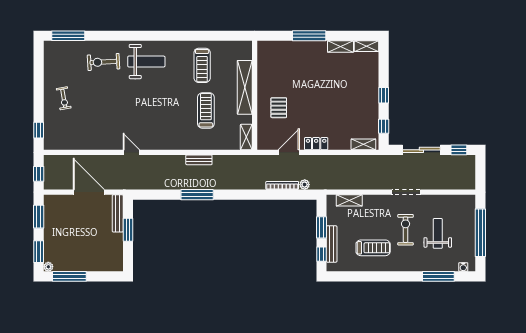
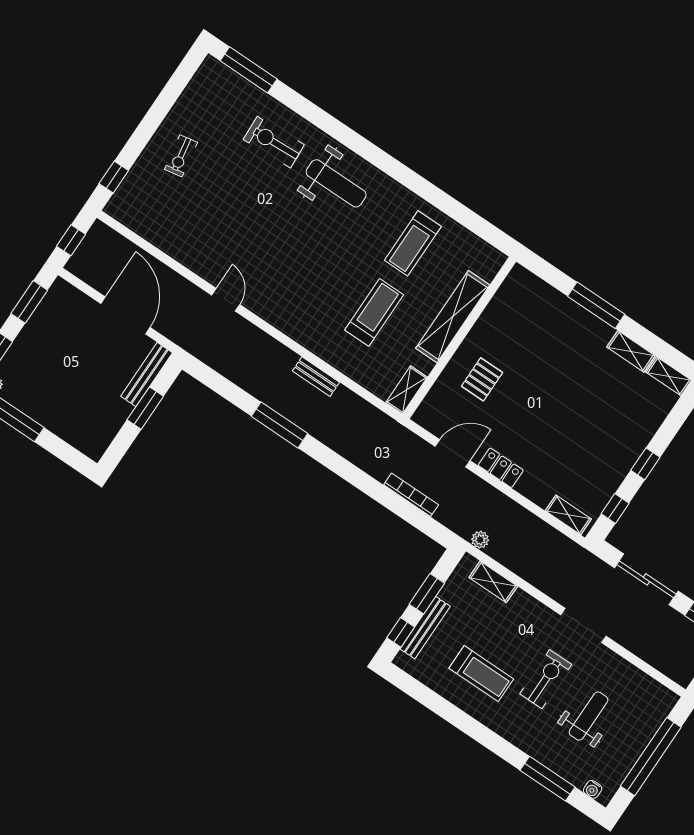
plant: (305, 185) -> (480, 540), moved

